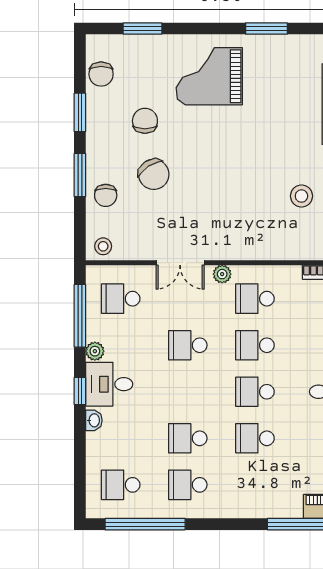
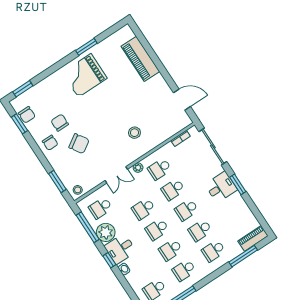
window: (142, 29) -> (23, 89), moved
grand piano: (209, 76) -> (85, 75), moved
window: (80, 112) -> (20, 124), moved
window: (80, 175) -> (57, 181), moved
chair: (106, 195) -> (50, 143), moved
stool: (301, 196) -> (134, 133), moved
plant: (95, 351) -> (106, 232), width x1.88, depth x1.88
school desk: (188, 392) -> (157, 229), added
school desk: (255, 485) -> (213, 251), added

